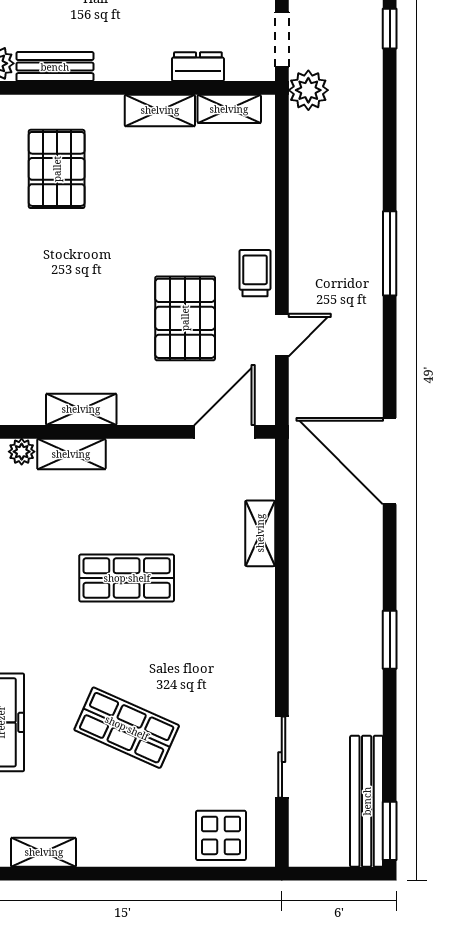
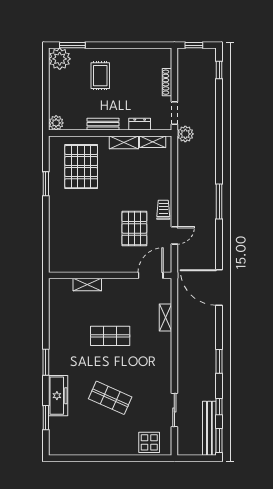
window: (390, 29) -> (219, 407), moved
bench: (55, 67) -> (103, 124), moved
pallet: (57, 169) -> (81, 167), width x1.37, depth x1.41
shelving: (81, 409) -> (91, 266), removed
plant: (22, 452) -> (67, 284), removed
shelving: (44, 852) -> (76, 449), removed

